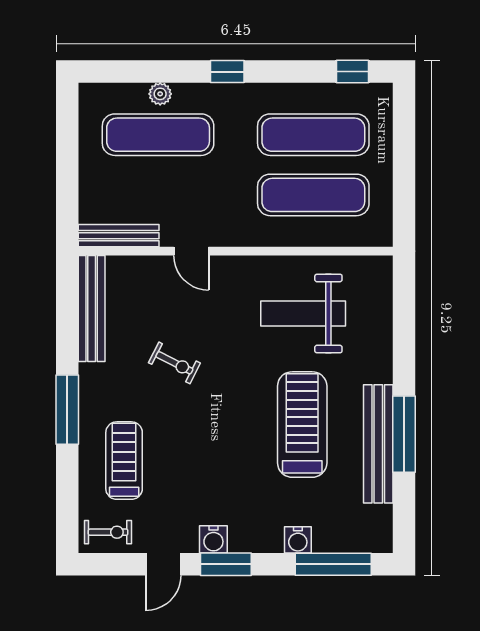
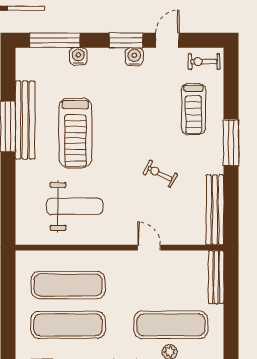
bench: (119, 236) -> (216, 277), moved, turned 90

